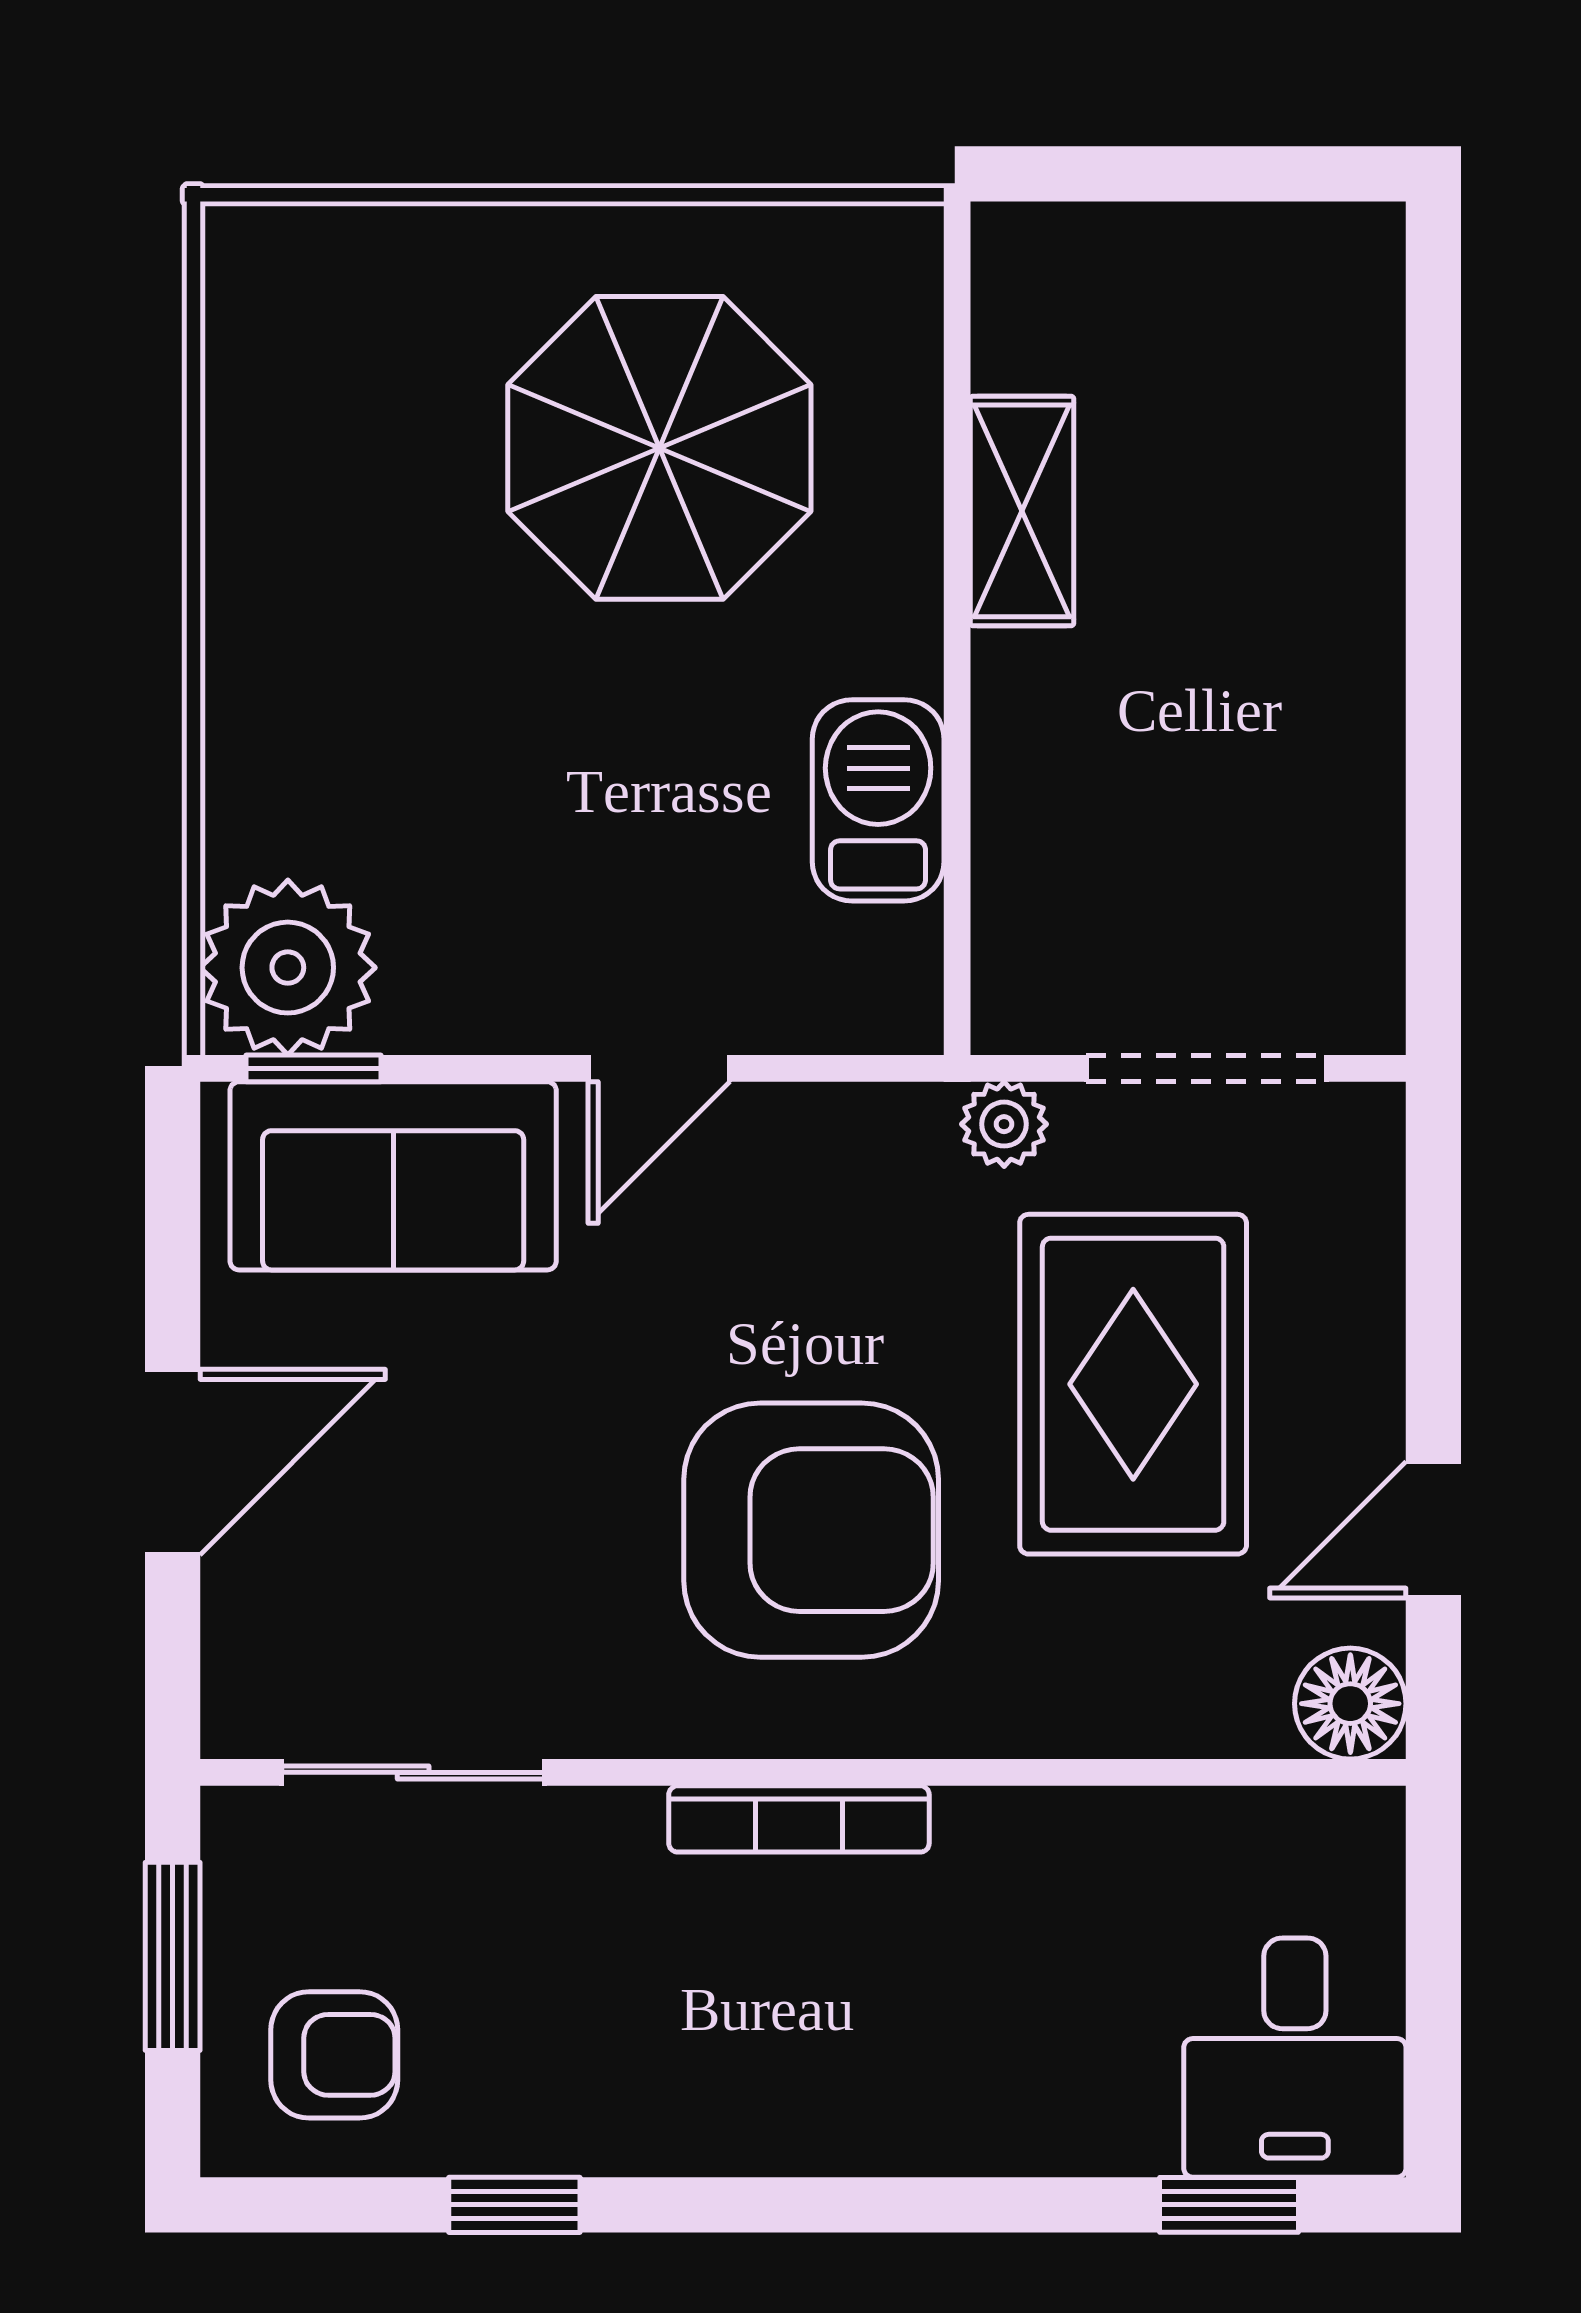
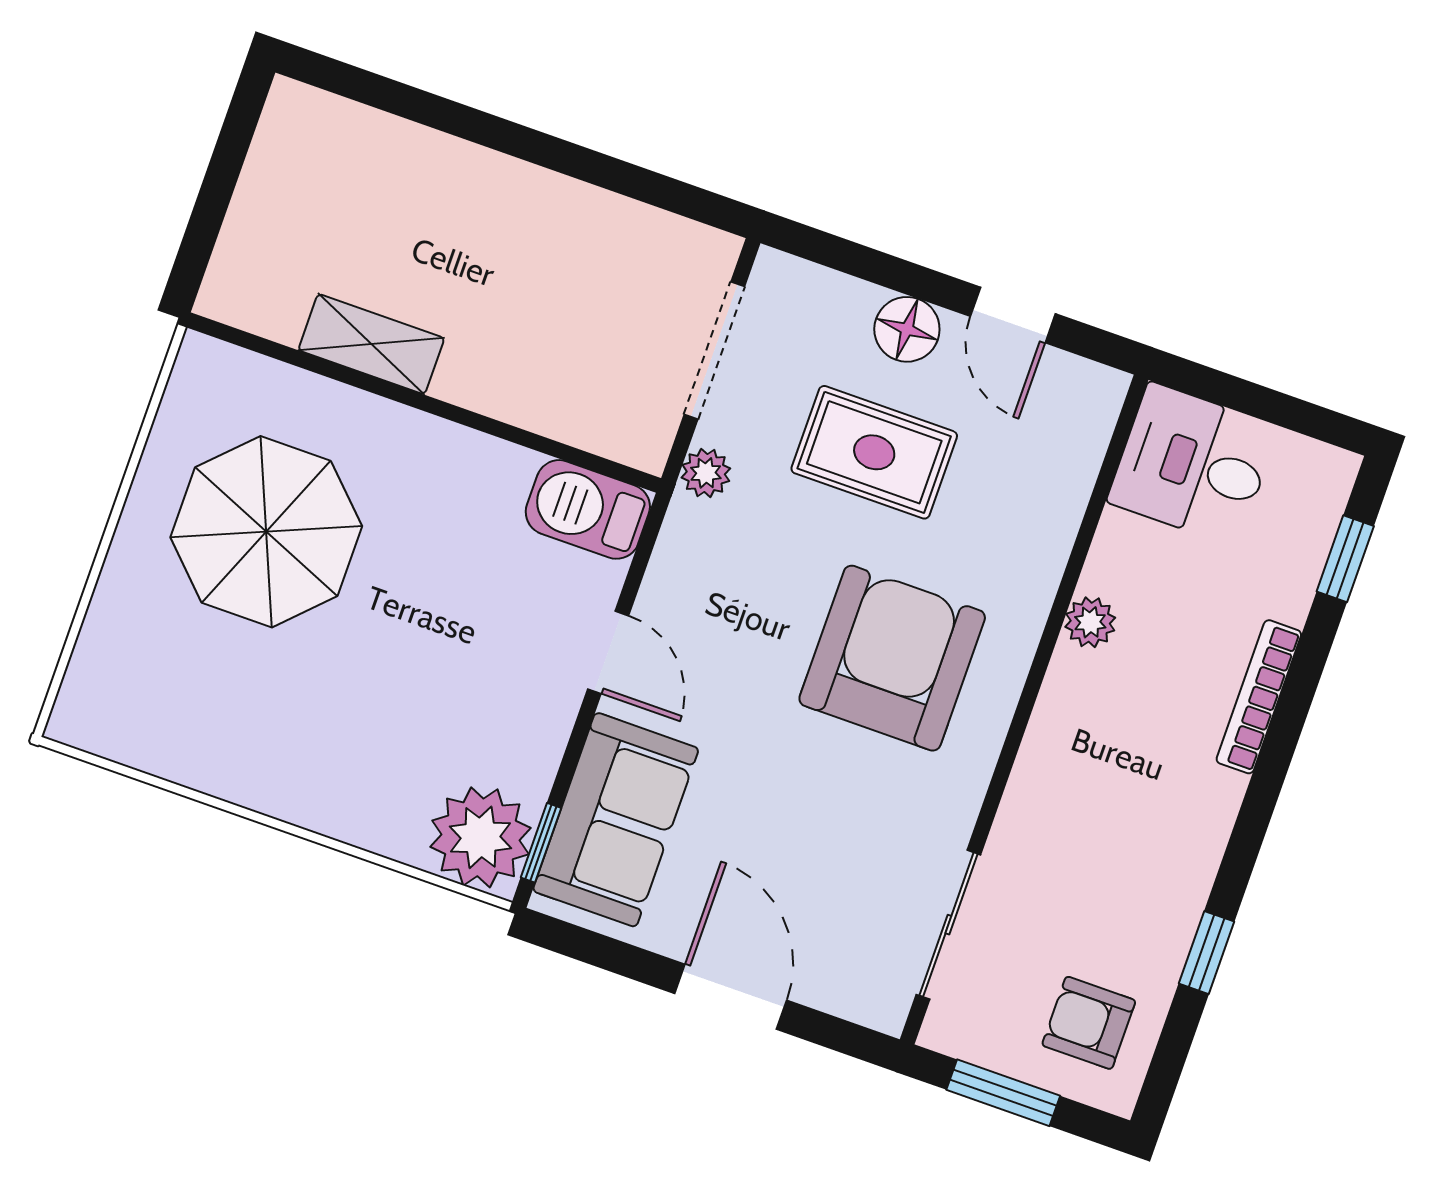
barbecue: (878, 800) -> (588, 509), moved
rug: (1133, 1384) -> (874, 452), width x0.73, depth x0.70
floor lamp: (1350, 1704) -> (907, 329), moved
bookcase: (799, 1819) -> (1259, 697), moved, turned 180
plant: (982, 1829) -> (1090, 622), added
armchair: (334, 2055) -> (1089, 1023), turned -90
desk: (1295, 2058) -> (1193, 464), moved, turned 180

